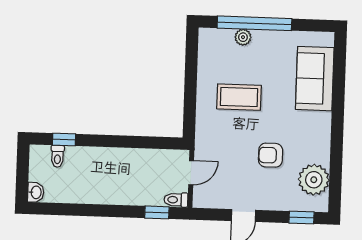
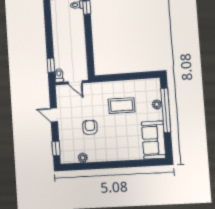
sofa: (315, 79) -> (153, 140), moved, turned -90
coffee table: (239, 97) -> (122, 106), turned 90
plant: (314, 180) -> (83, 158), width x0.53, depth x0.53

